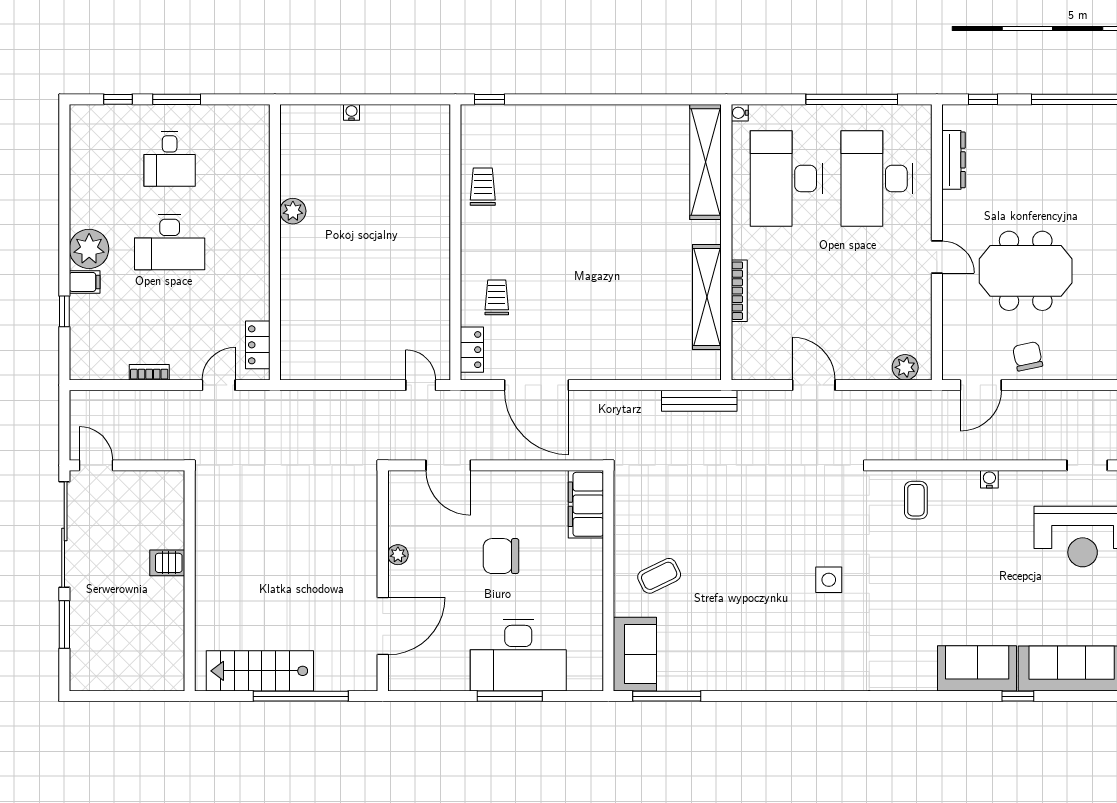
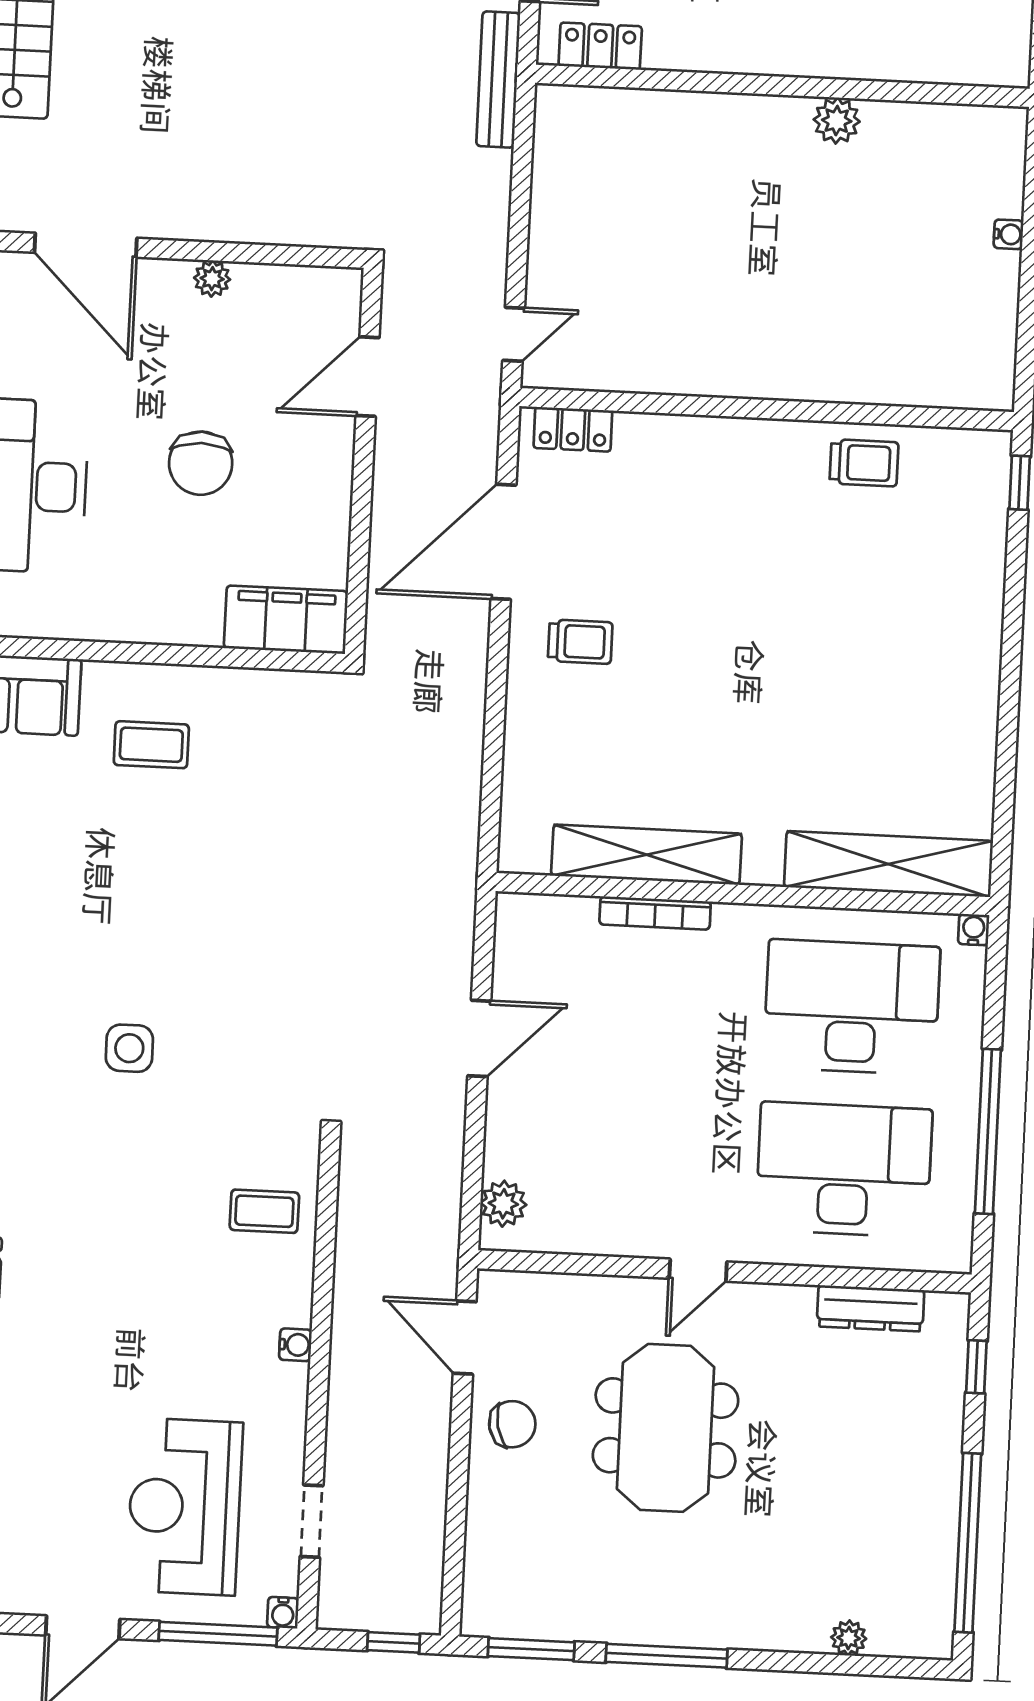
trolley: (497, 297) -> (580, 642), moved
bench: (699, 401) -> (498, 80), moved
chair: (501, 556) -> (201, 463), turned 180
coffee table: (659, 576) -> (151, 745), turned -64

